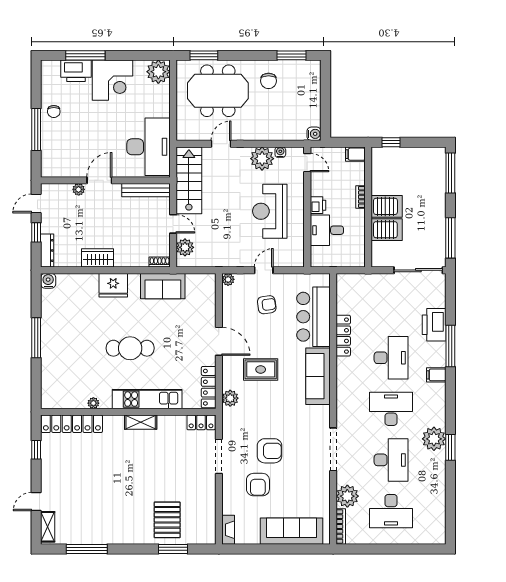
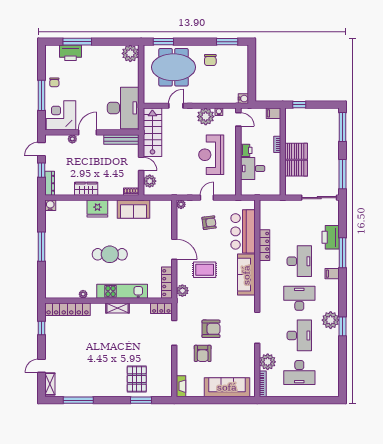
corner desk: (112, 80) -> (61, 115), moved, turned 180

